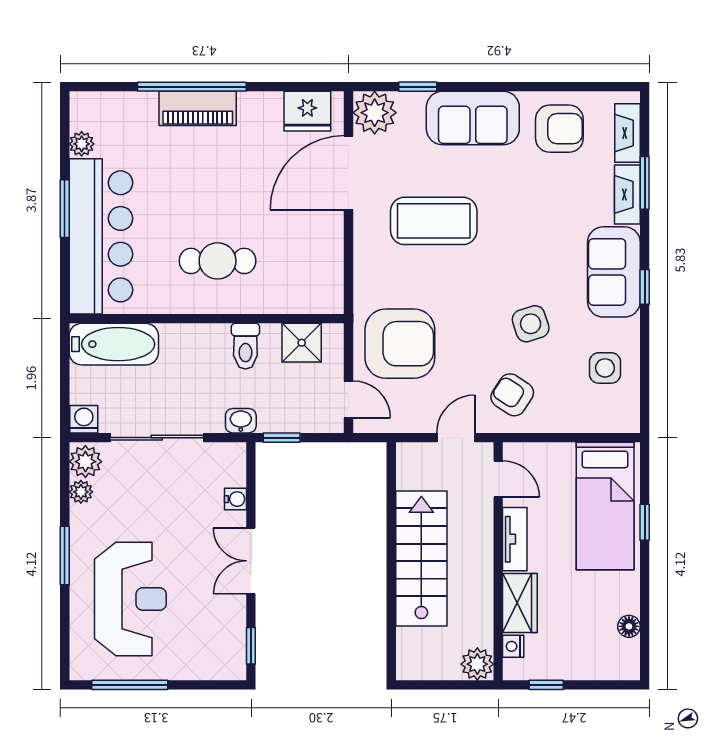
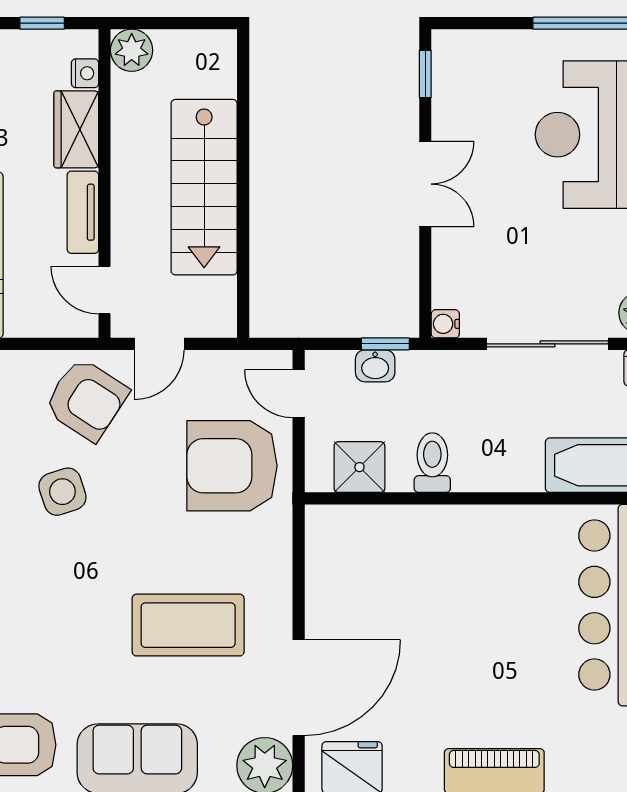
cafe table: (218, 261) -> (469, 573), removed
armchair: (512, 395) -> (86, 399), width x1.38, depth x1.38
washbasin: (241, 421) -> (375, 366), moved
water cooler: (235, 499) -> (445, 324), moved

